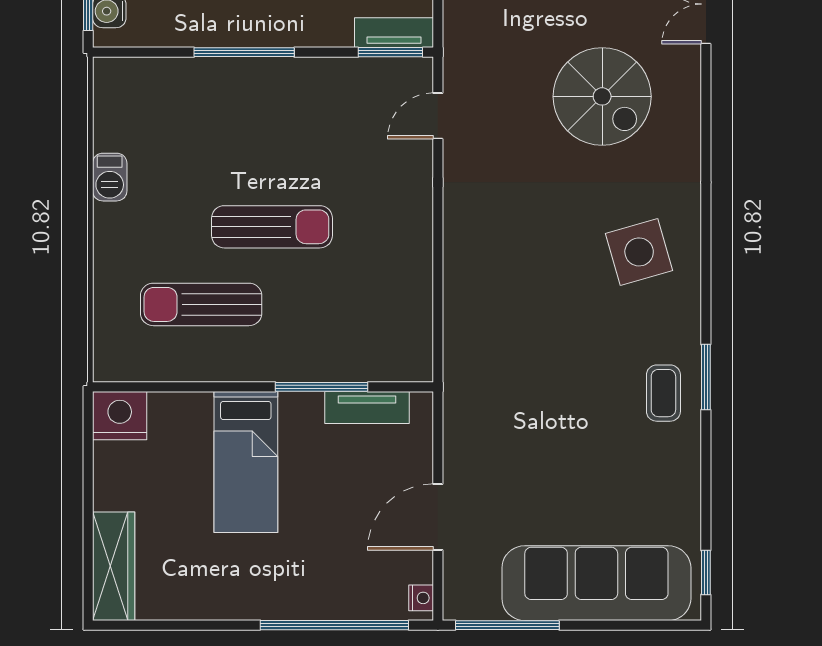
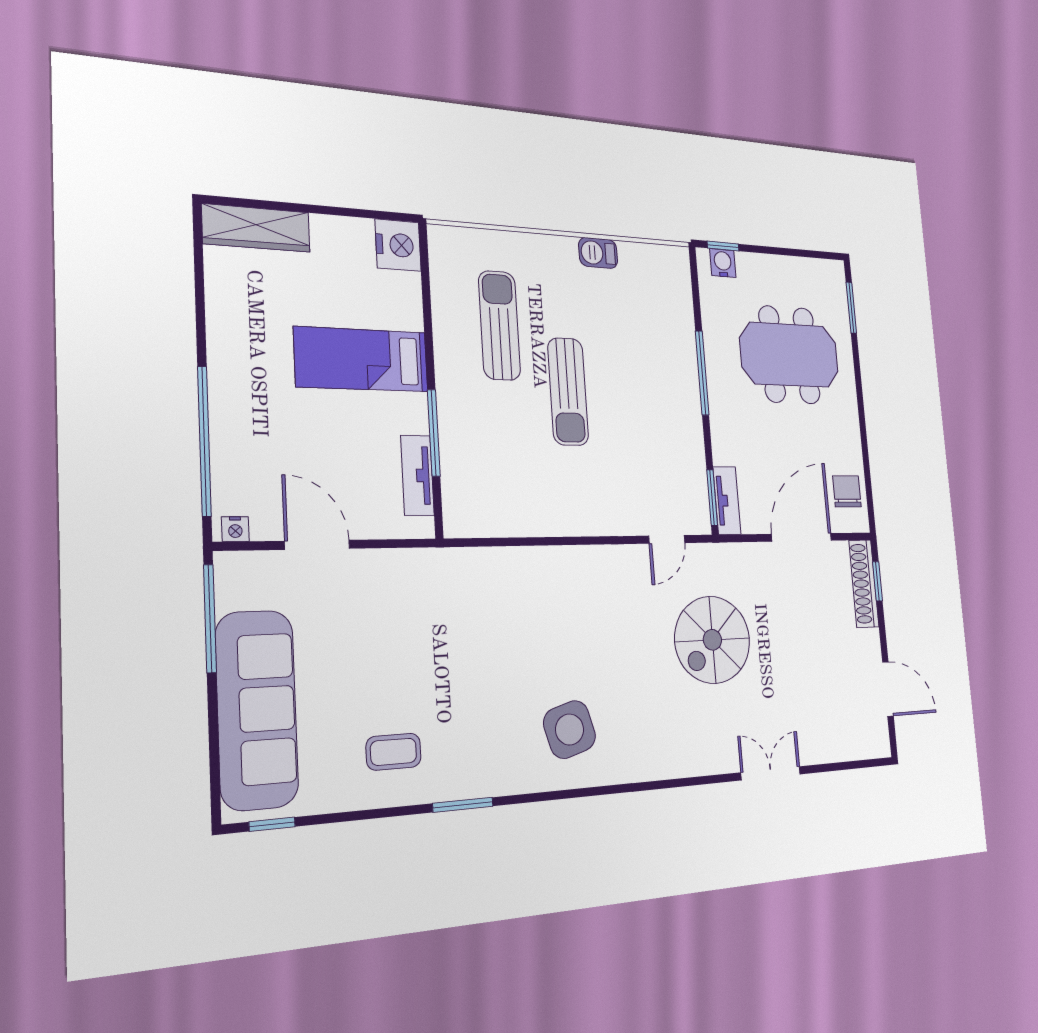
spiral stairs: (602, 96) -> (712, 640), moved
door: (438, 116) -> (667, 539), swing flipped
coffee table: (663, 393) -> (393, 752), moved

